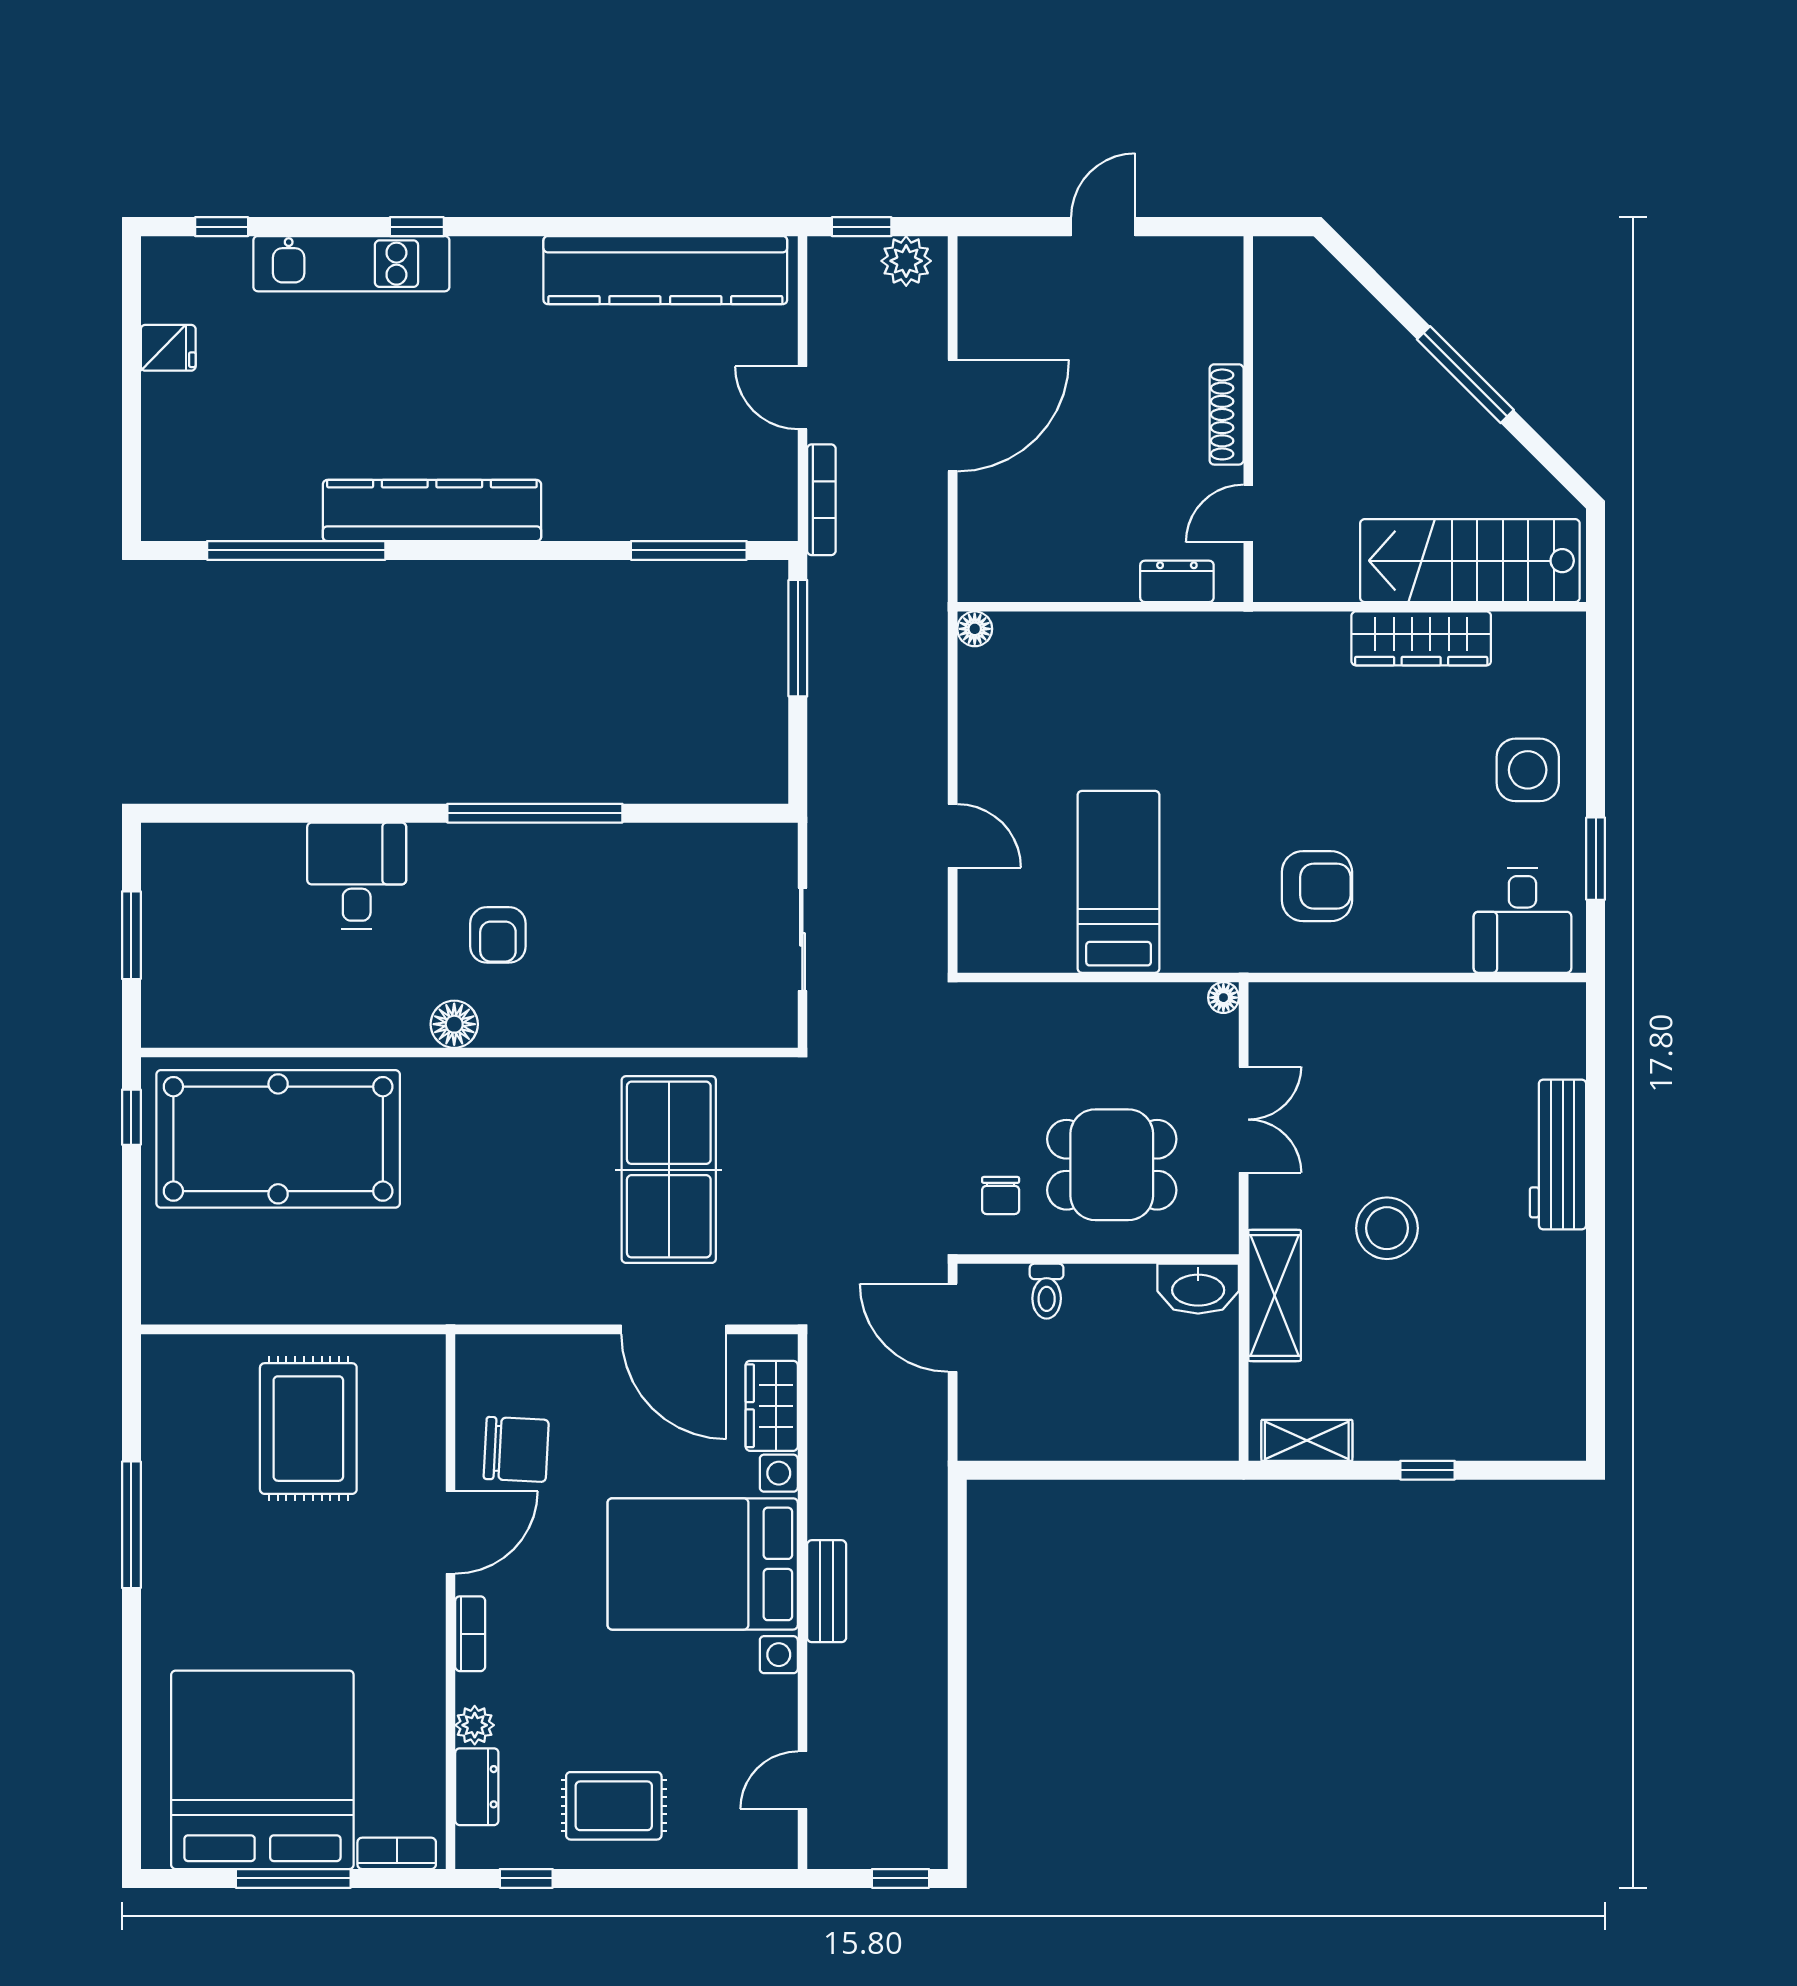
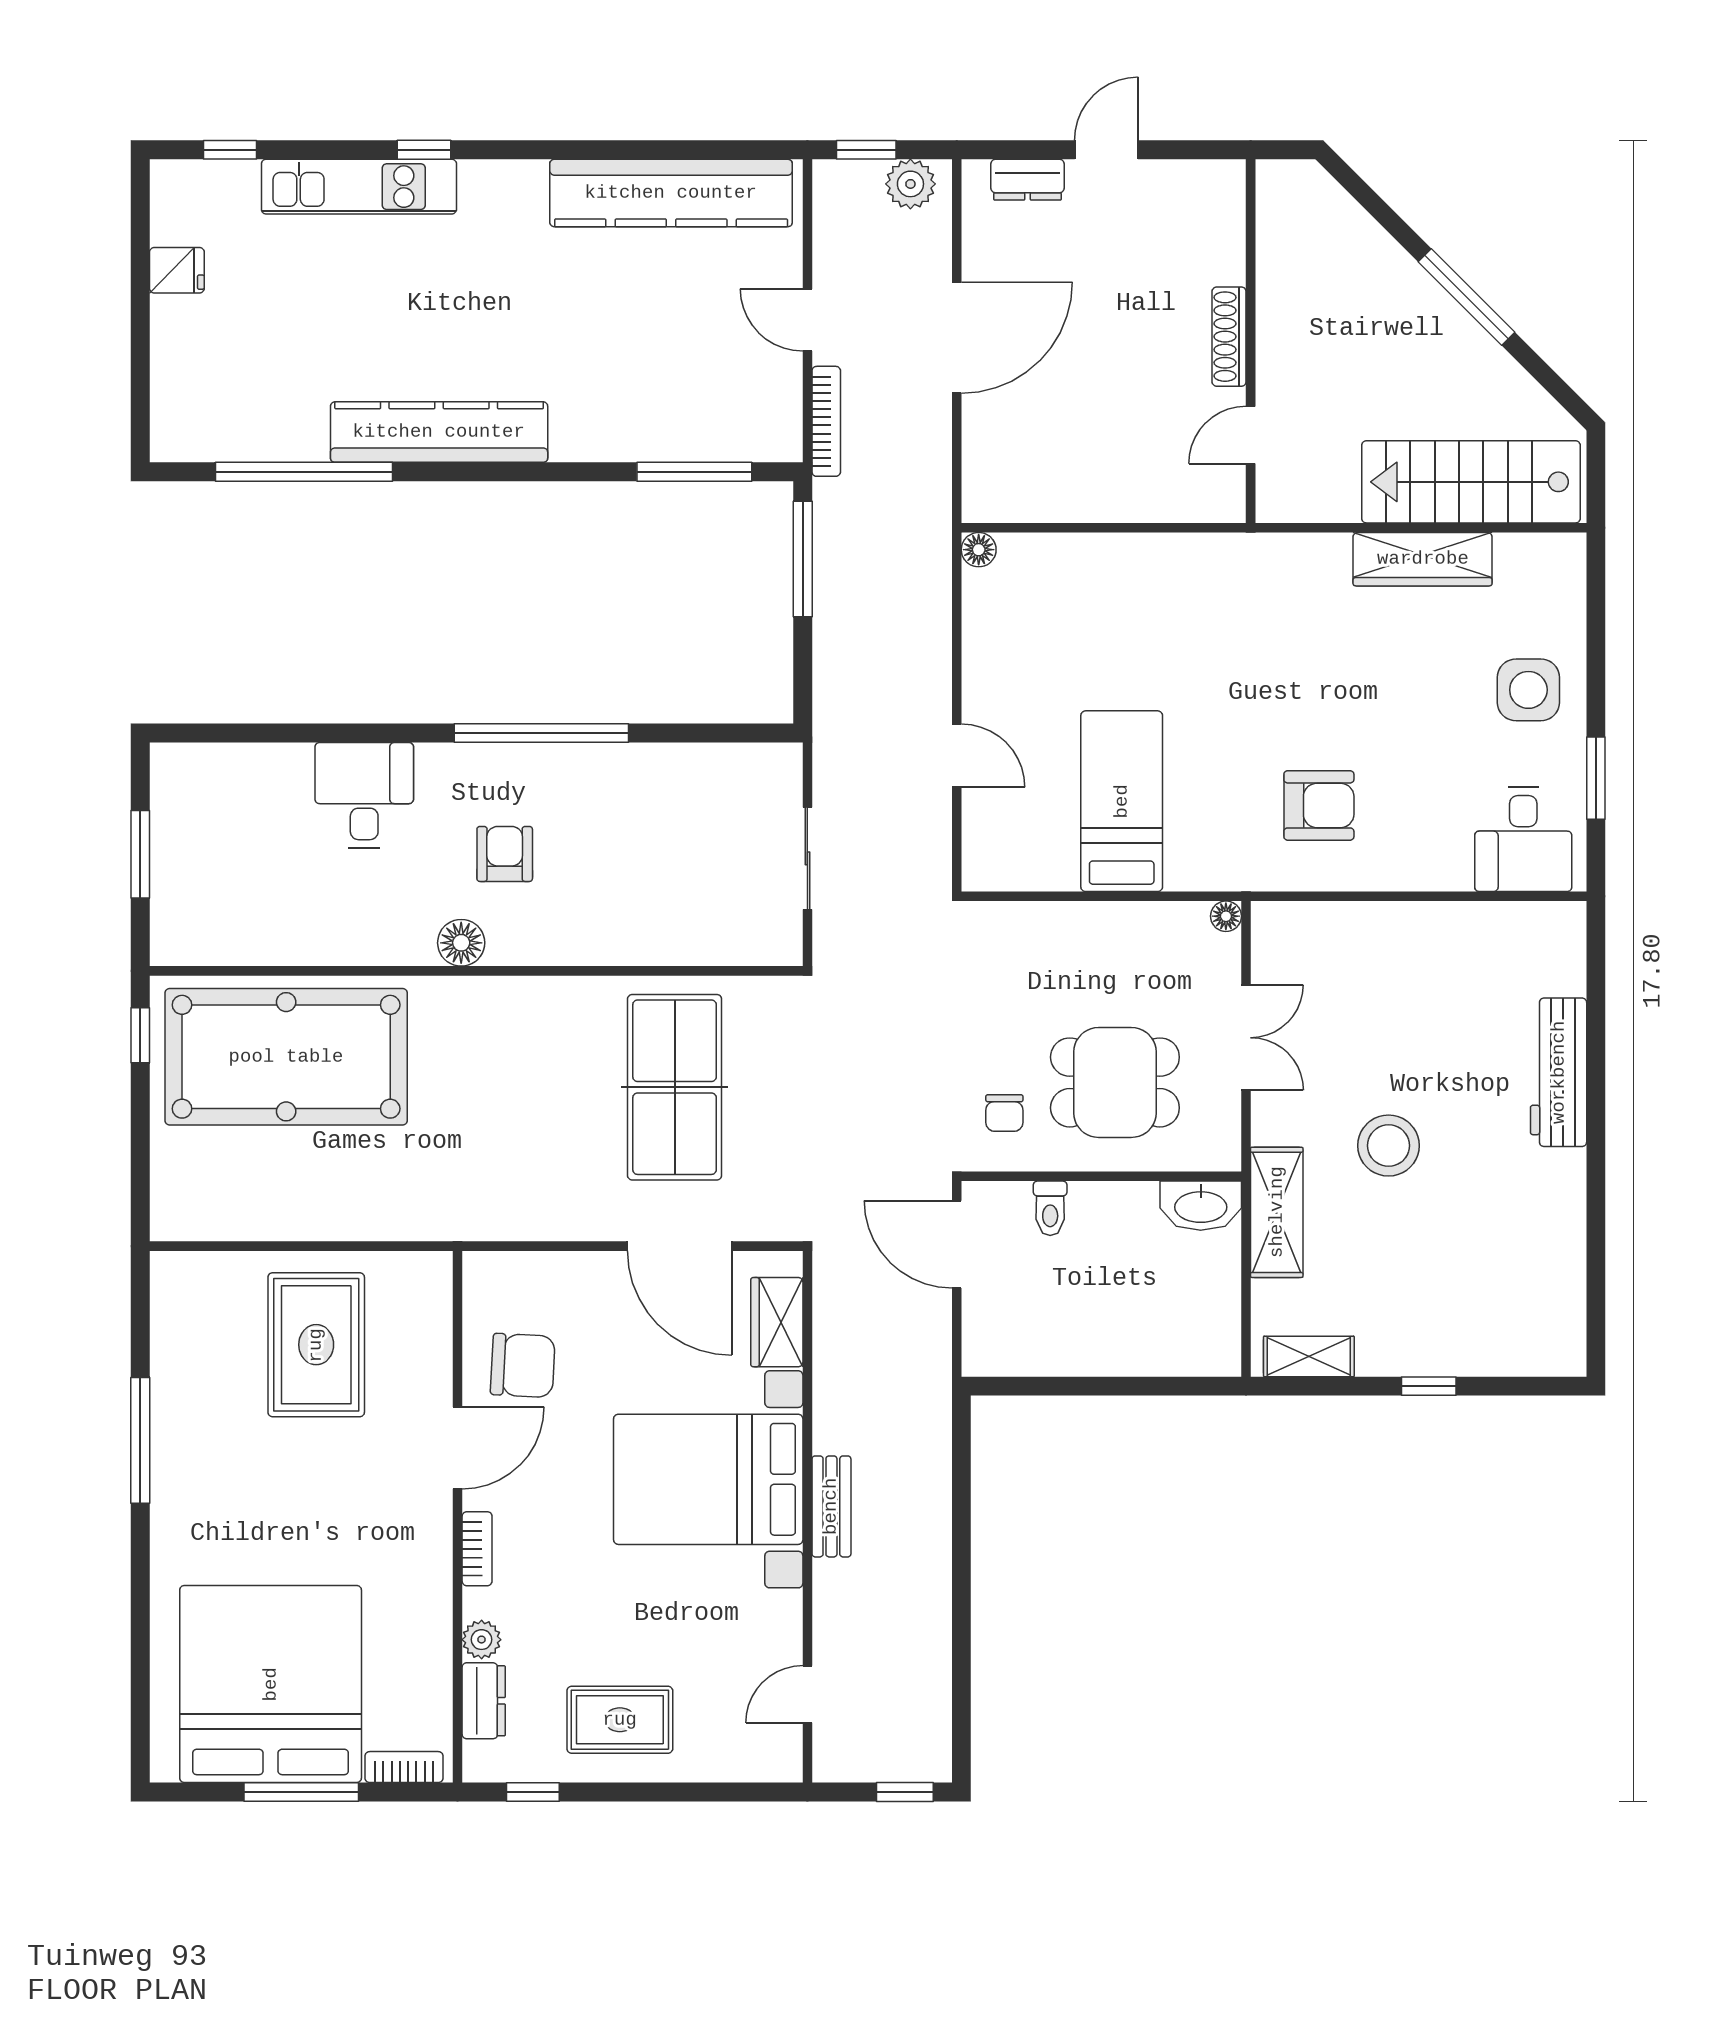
dresser: (1177, 581) -> (1027, 180), moved, turned 180
armchair: (498, 935) -> (505, 854), turned 180

